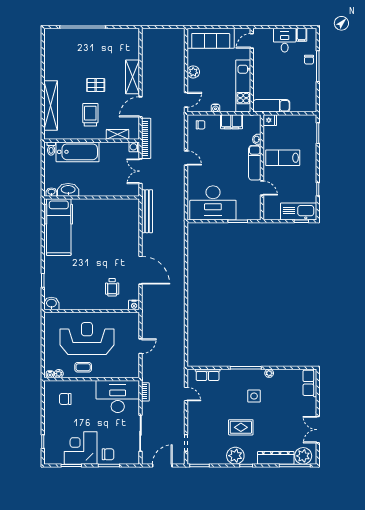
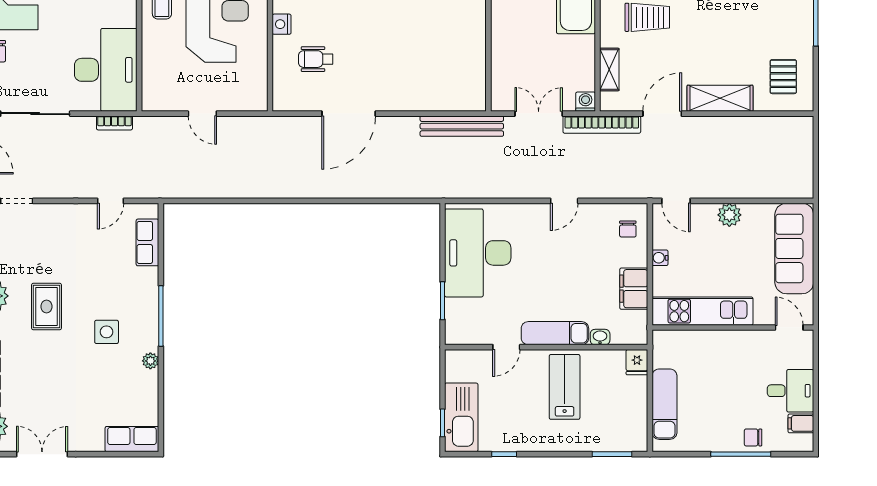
pallet: (96, 85) -> (783, 77), moved
exam couch: (271, 106) -> (664, 404), moved
door: (140, 107) -> (662, 114), hinge flipped
nightstand: (134, 305) -> (282, 24), moved

